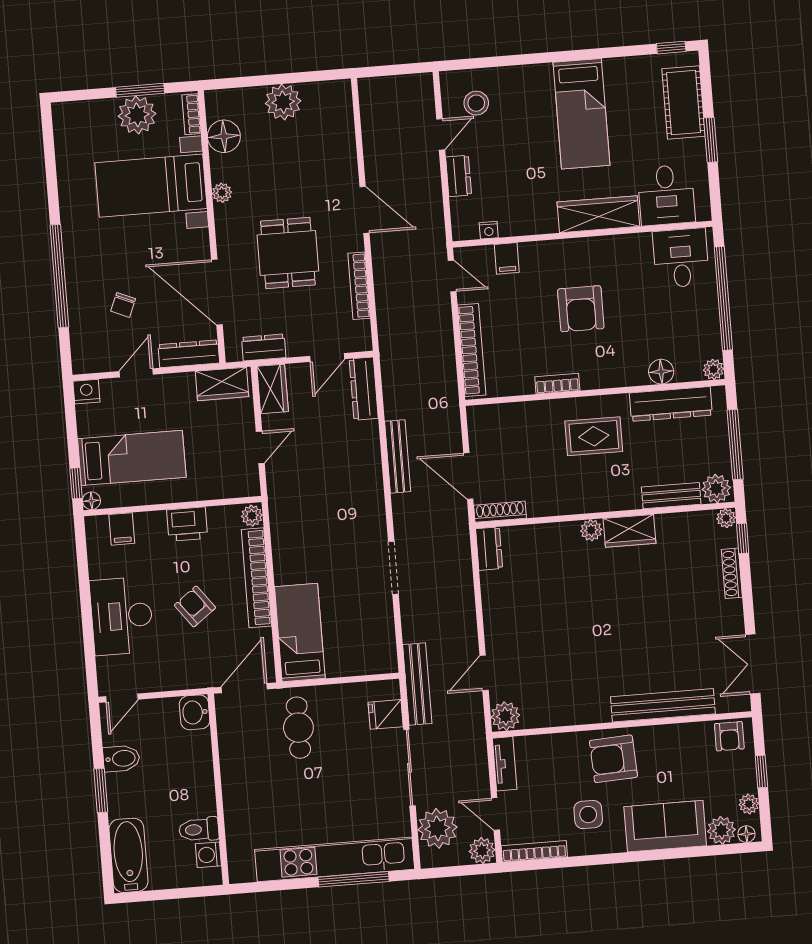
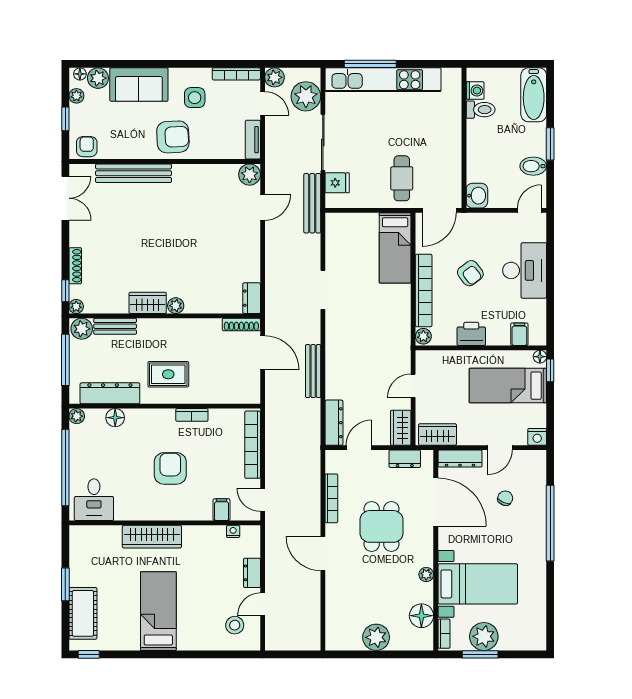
desk: (666, 195) -> (101, 547), removed

